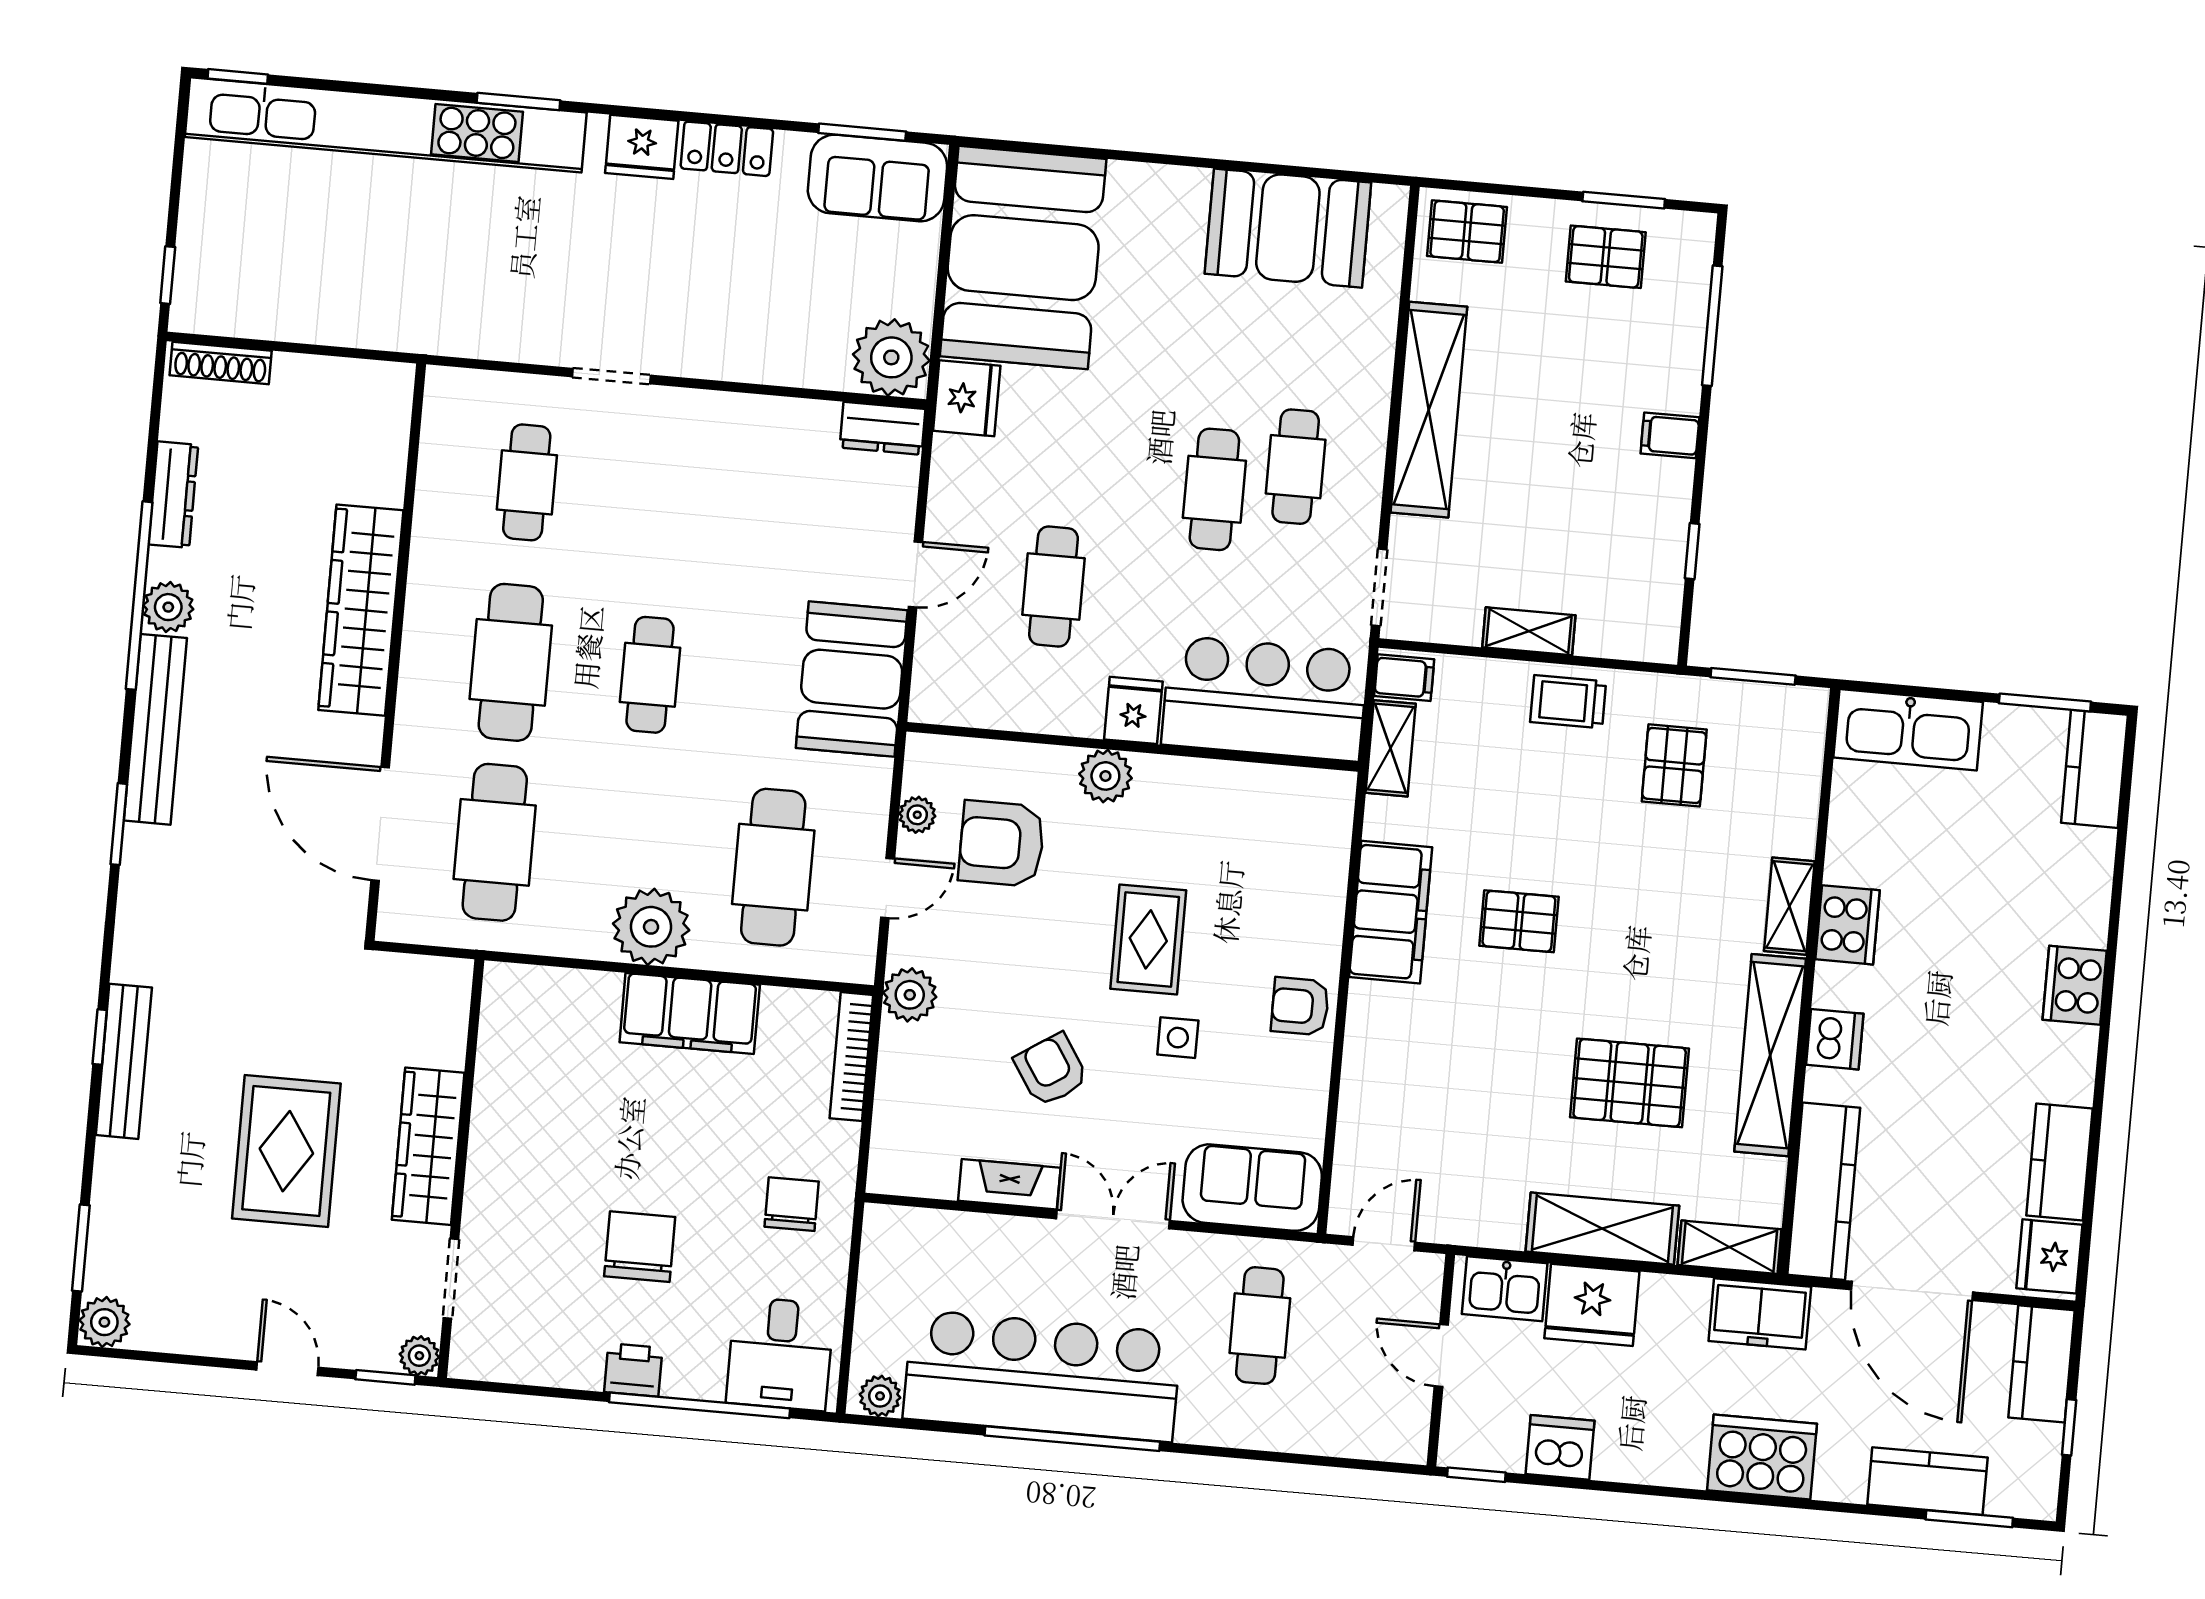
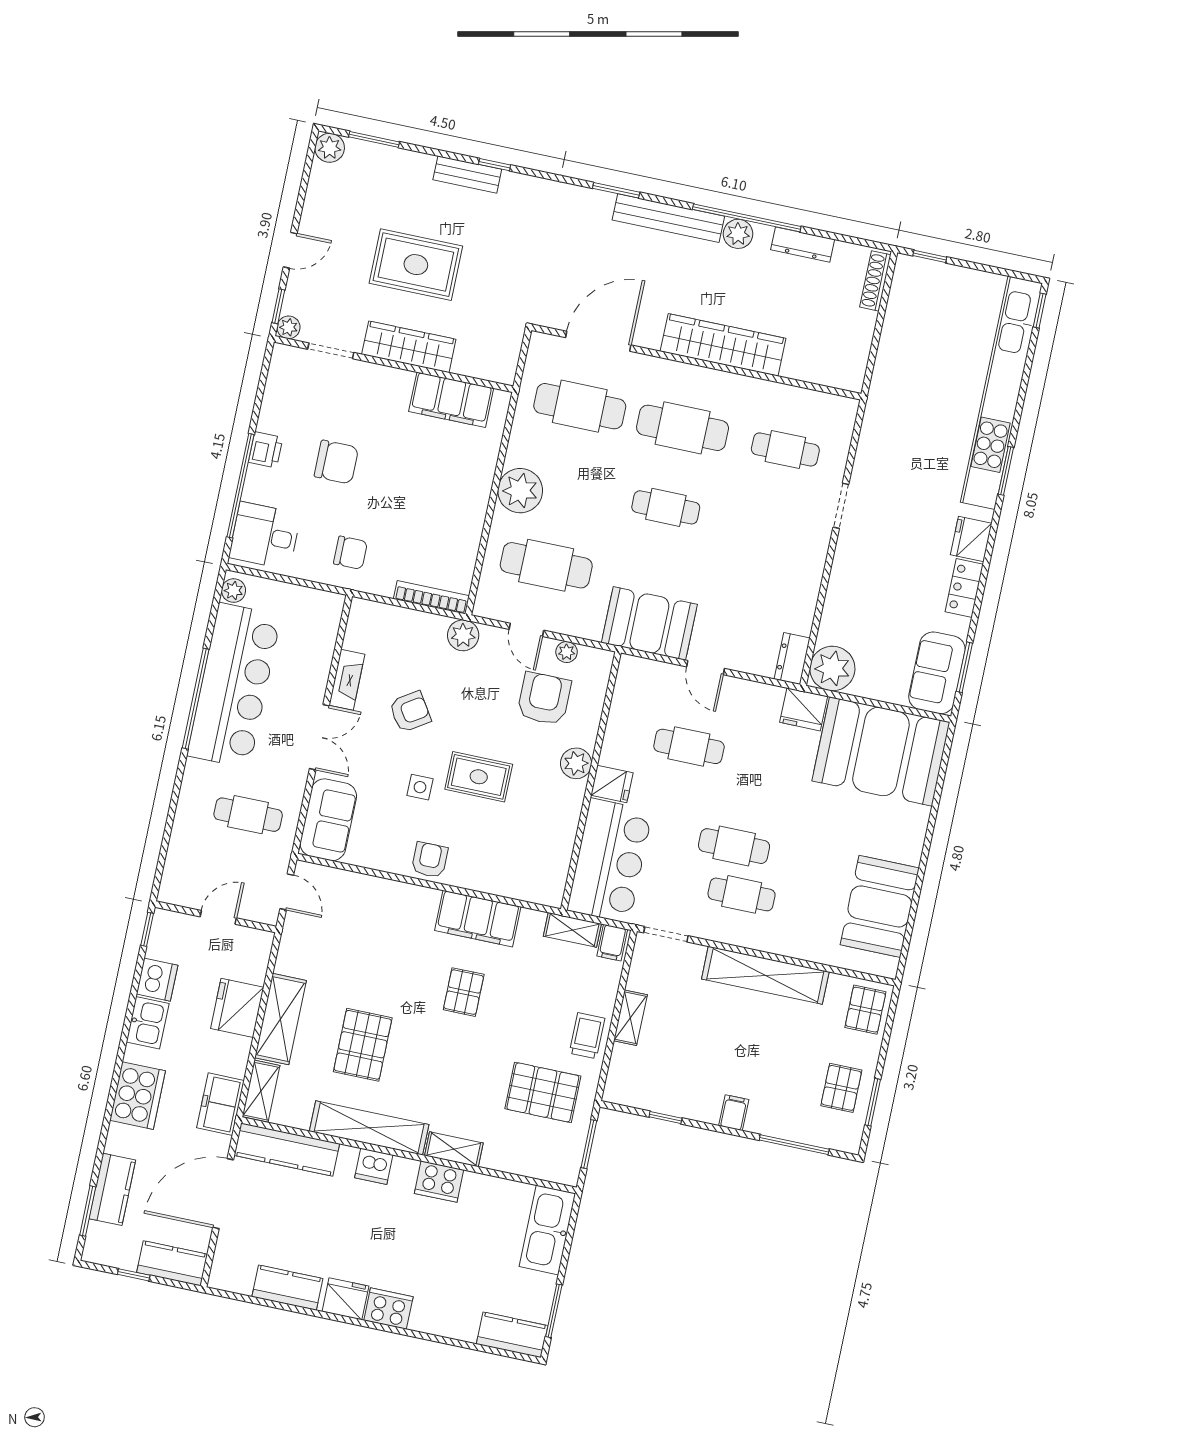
pallet: (1674, 765) -> (543, 1092), width x1.50, depth x1.42
filing cabinet: (690, 1014) -> (451, 400), moved, turned -90
bench: (124, 1061) -> (467, 175), width x0.73
fridge: (2049, 1256) -> (345, 1299), moved
kitchen sink: (1505, 1289) -> (148, 1023), moved, turned 180

